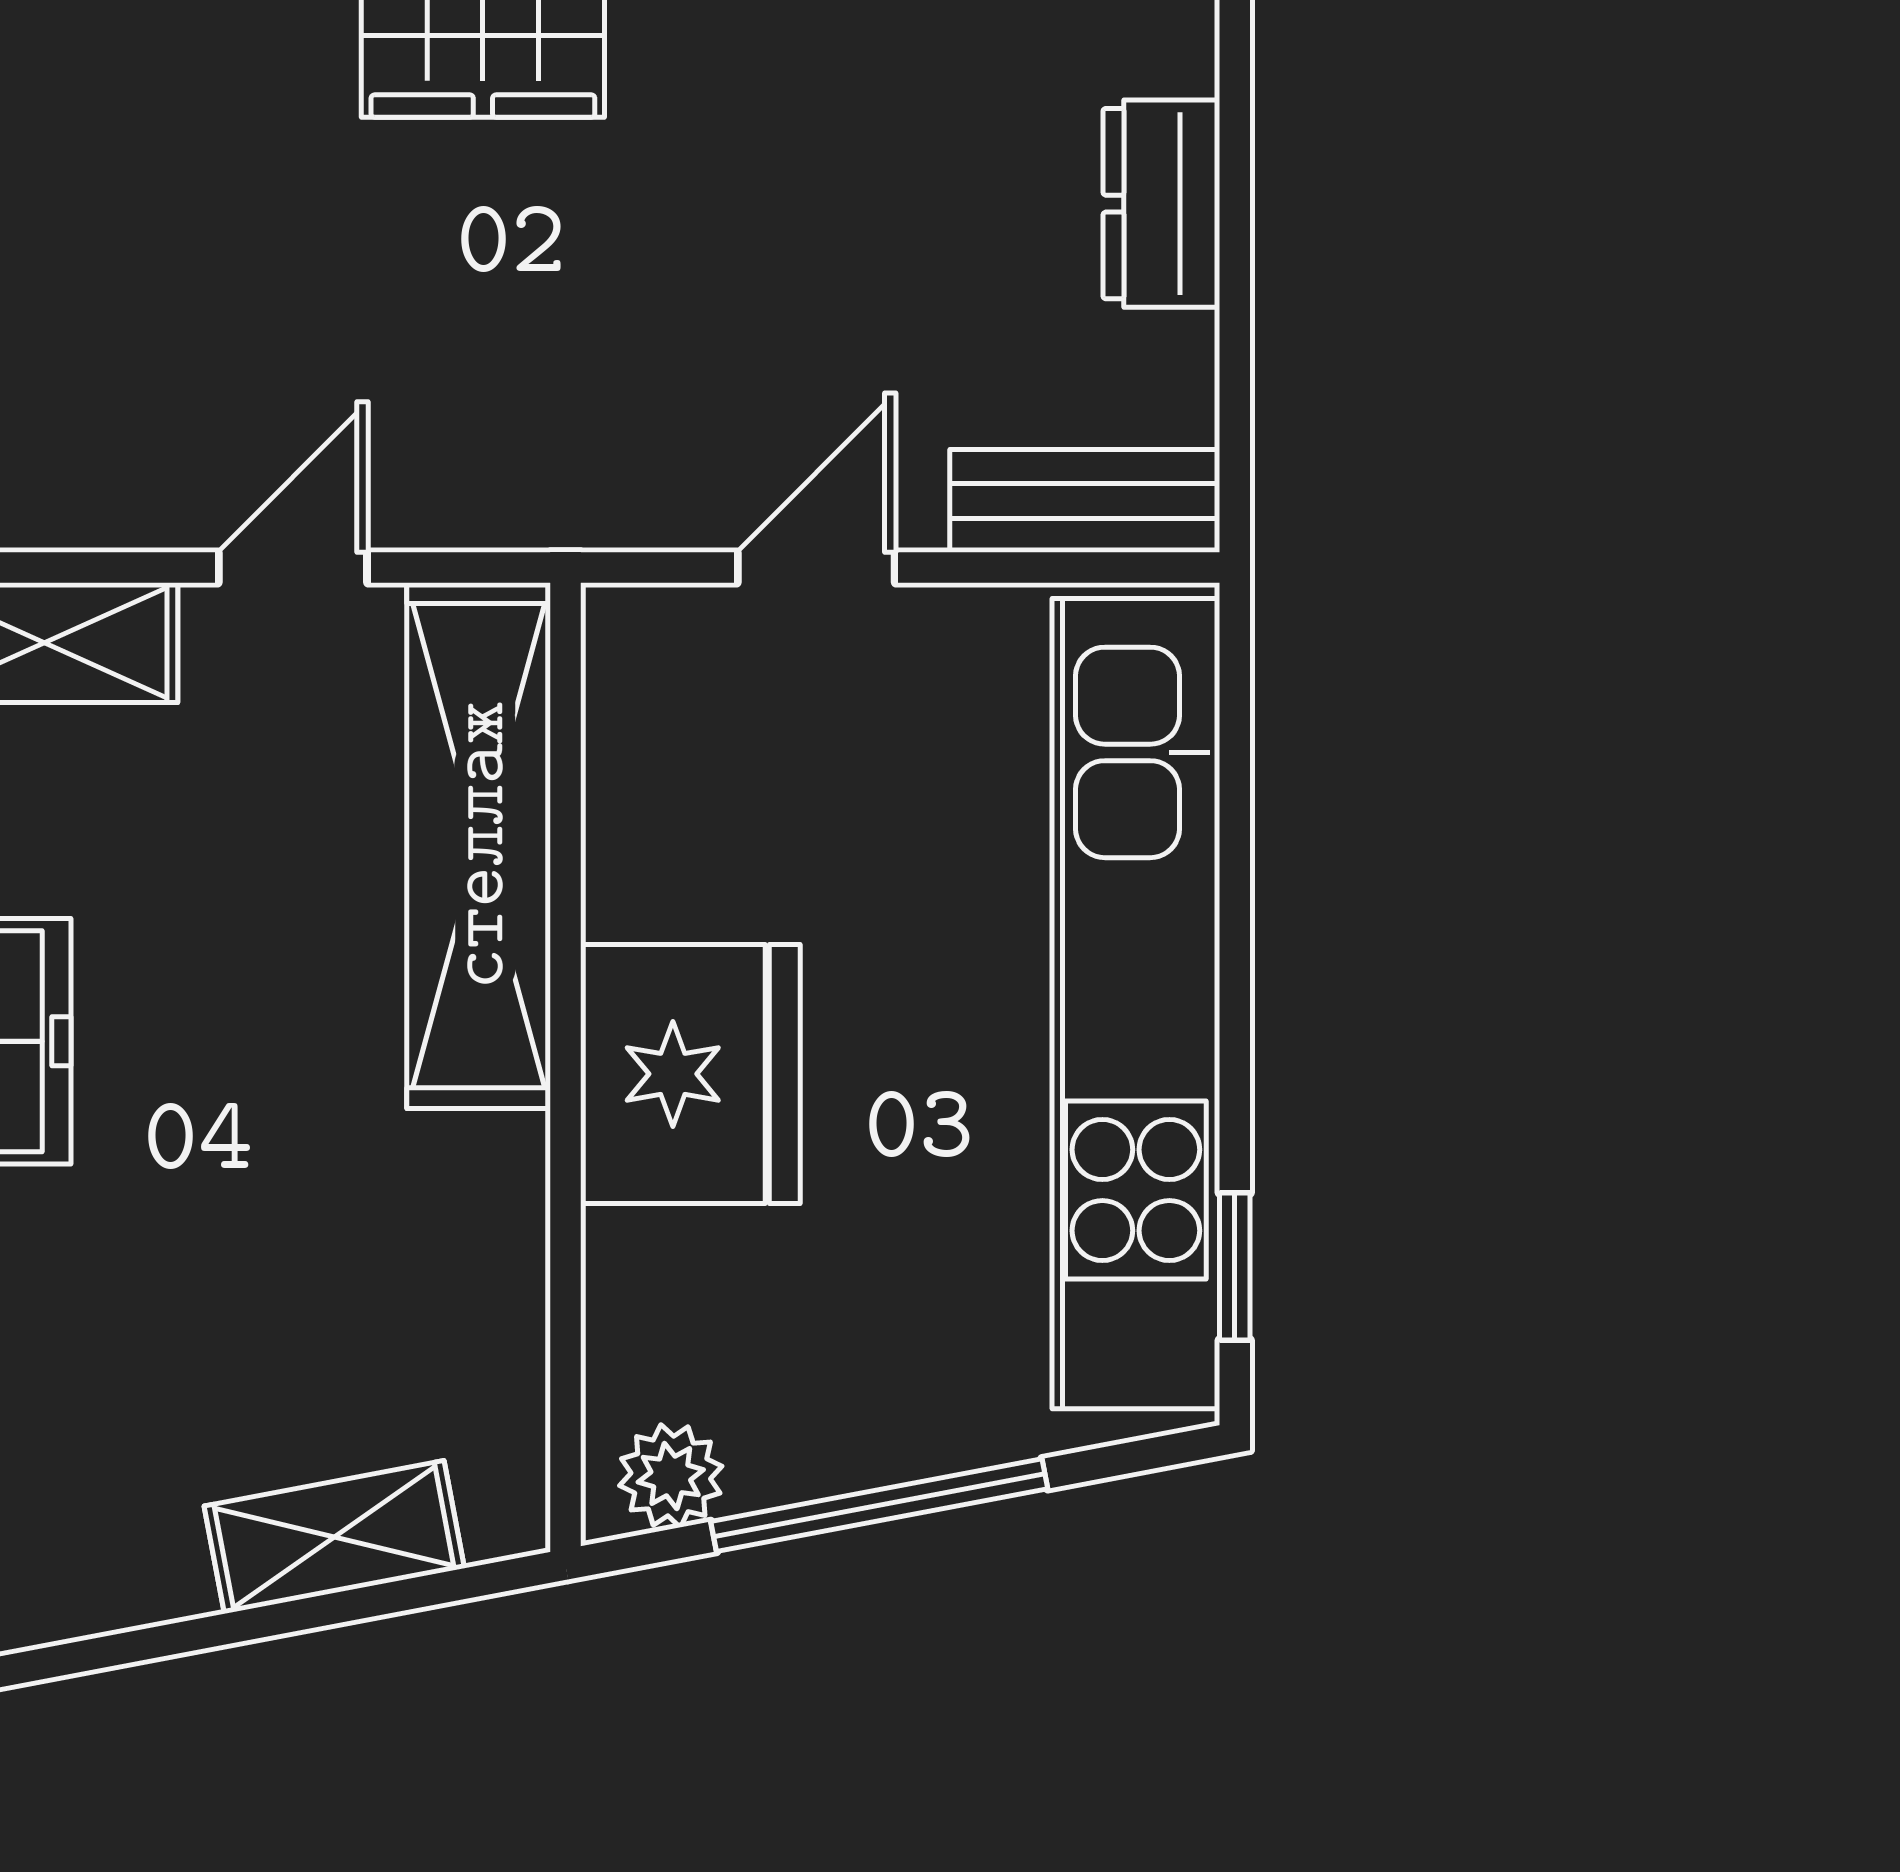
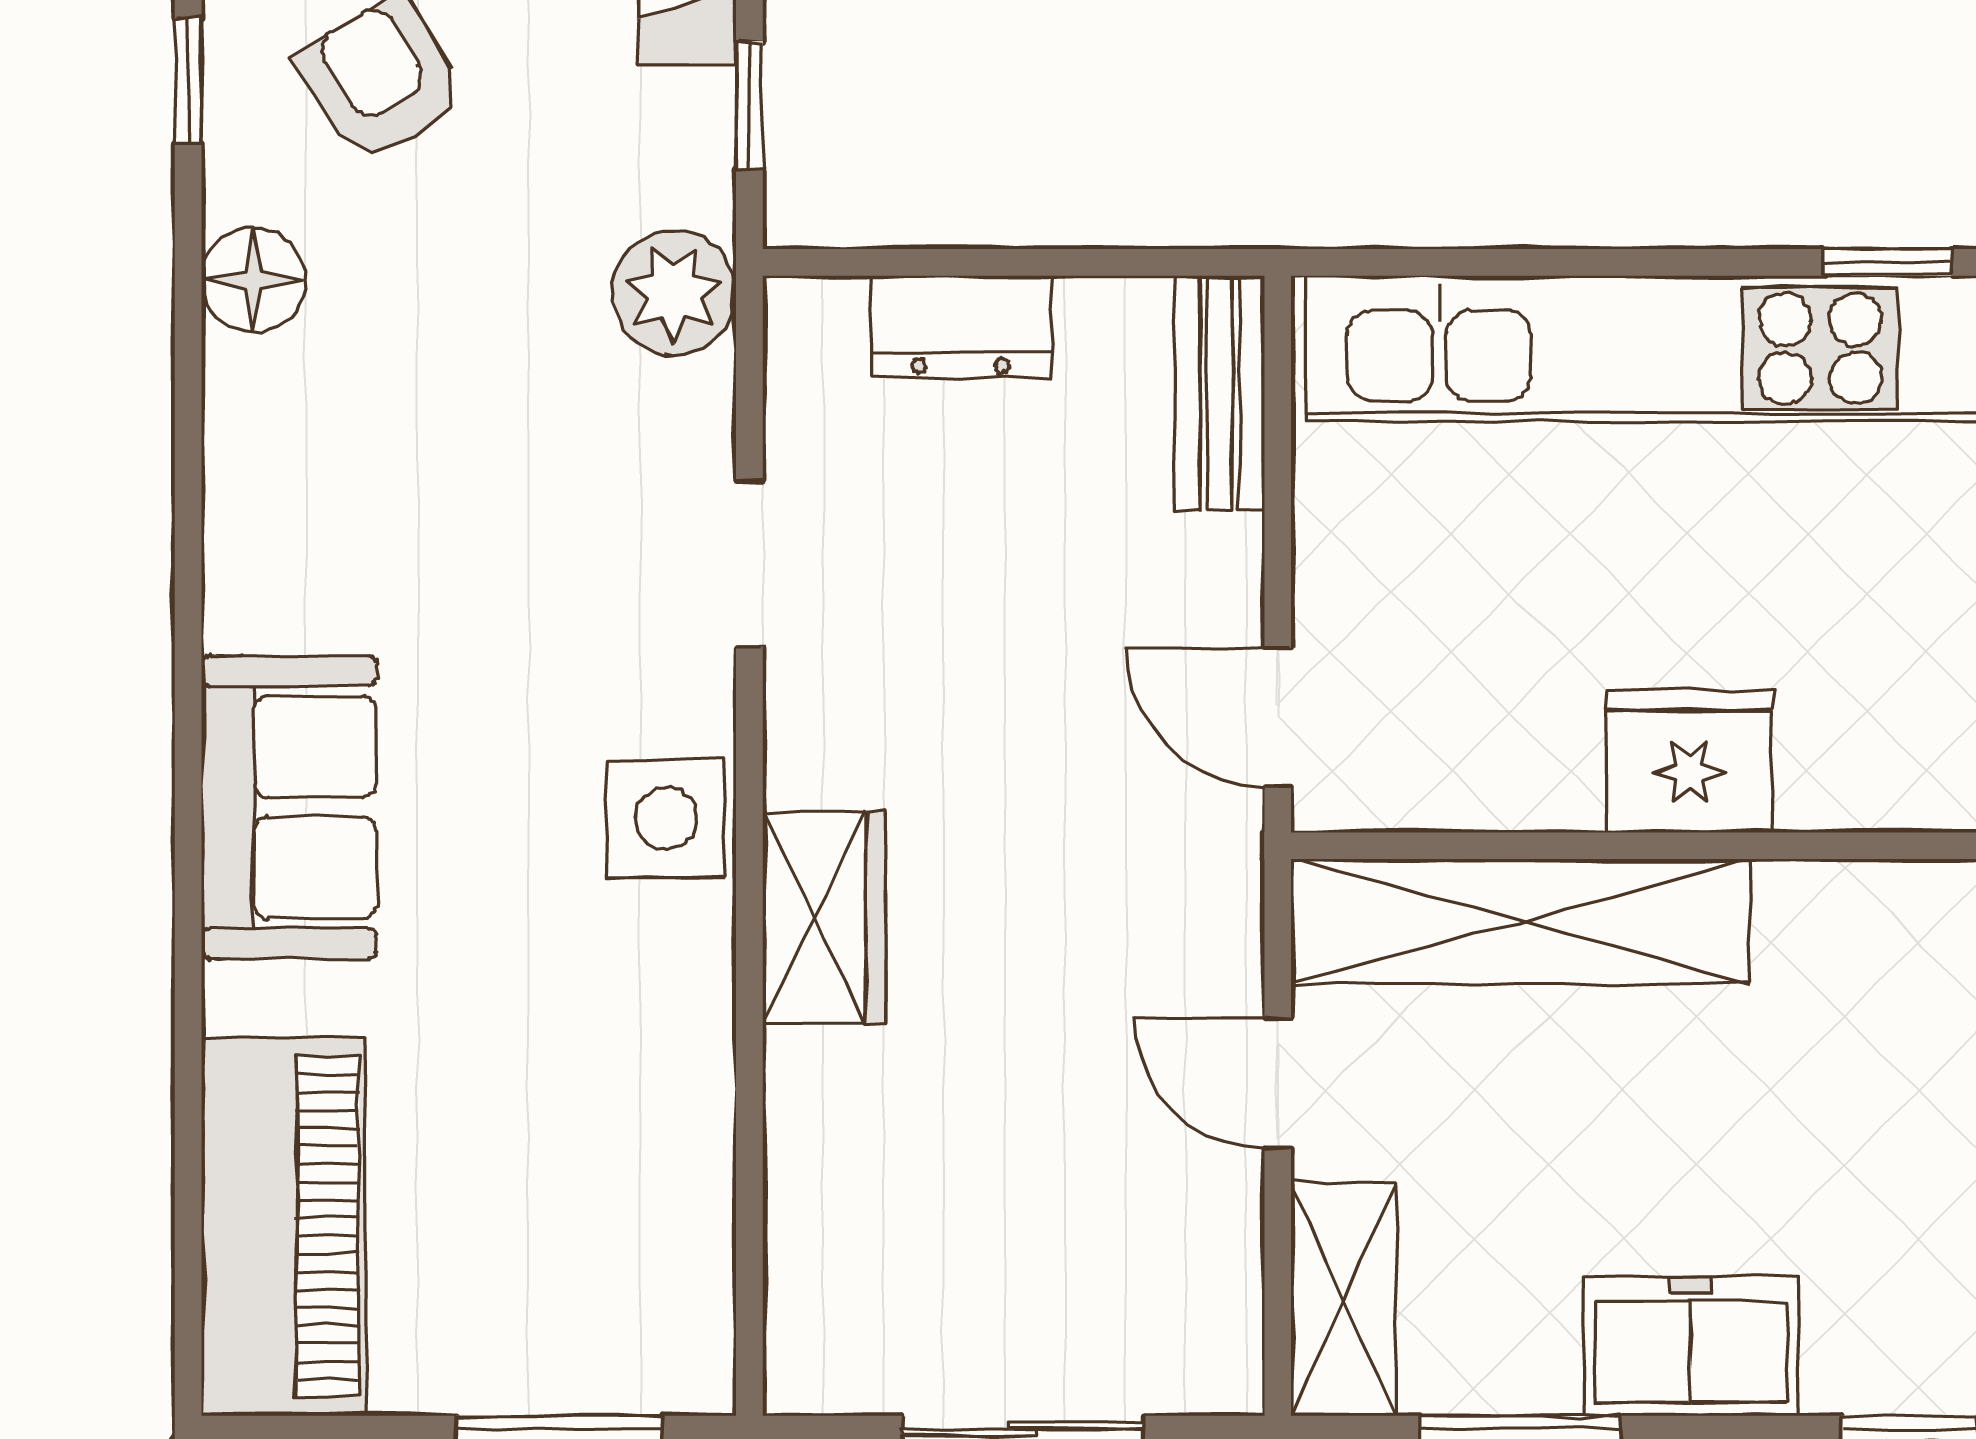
door: (816, 567) -> (1278, 717), moved
fridge: (690, 1074) -> (1689, 761), width x0.73, depth x0.75

